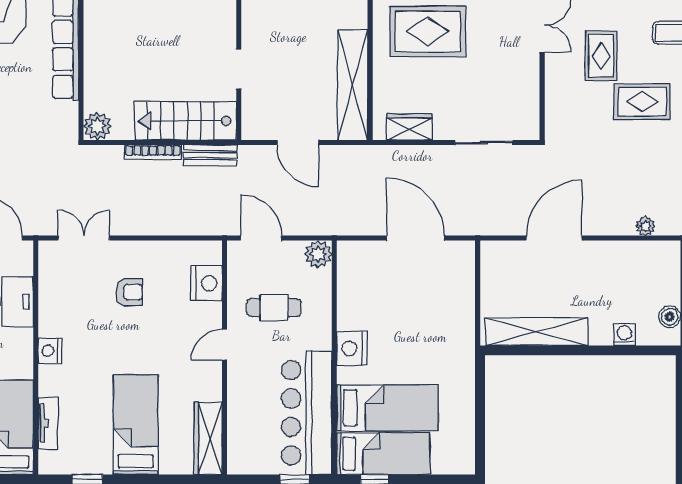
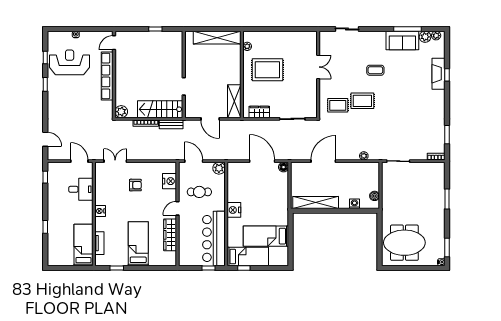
rug: (601, 56) -> (338, 105), moved, turned 90
shelving: (353, 85) -> (234, 101), width x0.68
floor lamp: (464, 252) -> (284, 167), added
bed: (388, 408) -> (266, 236), moved, turned 180
wardrobe: (208, 438) -> (170, 235), moved

